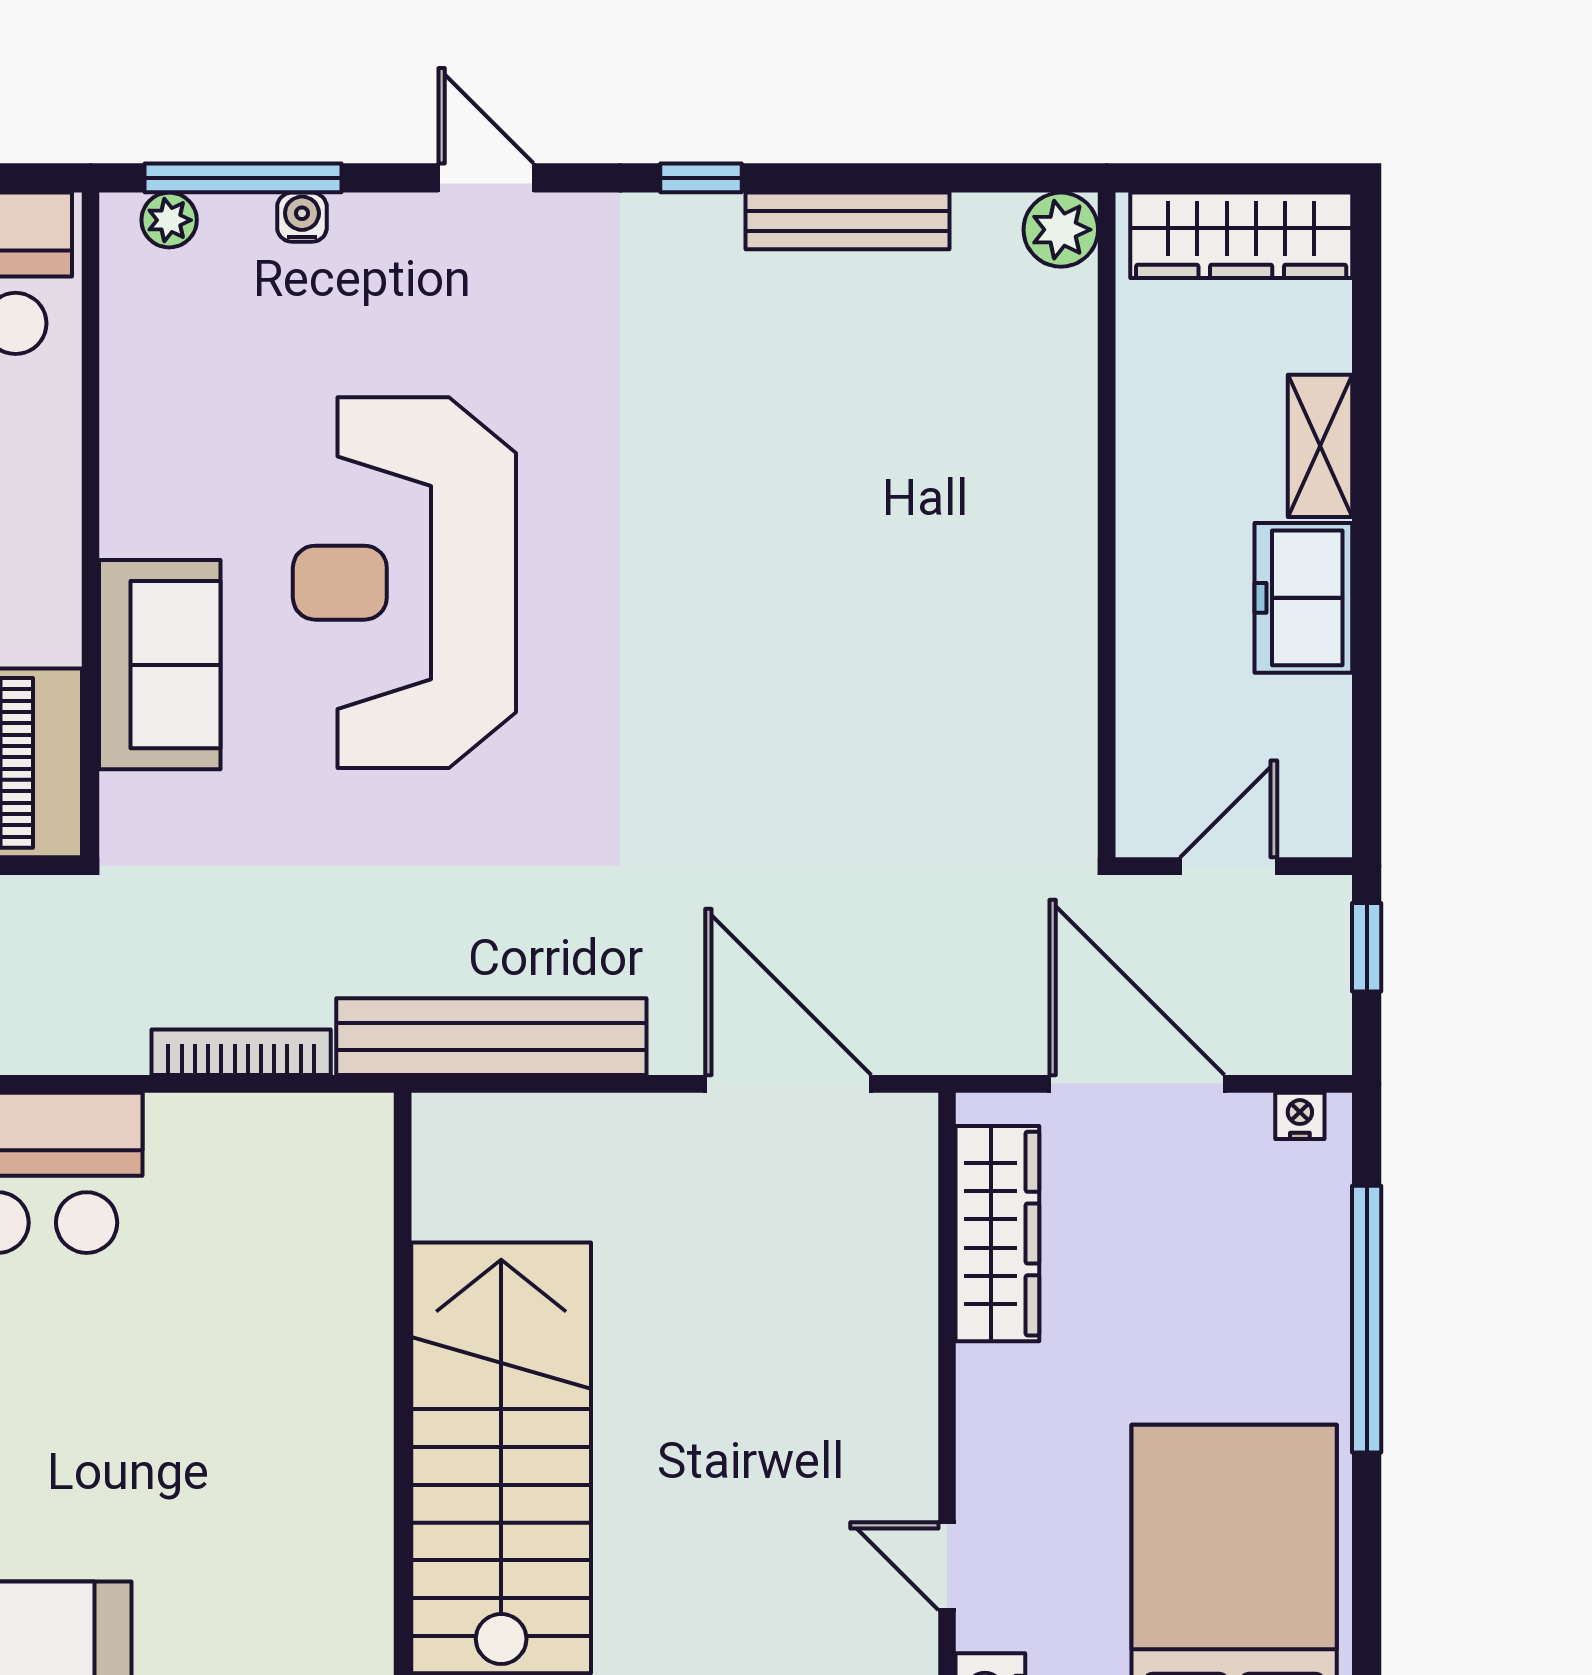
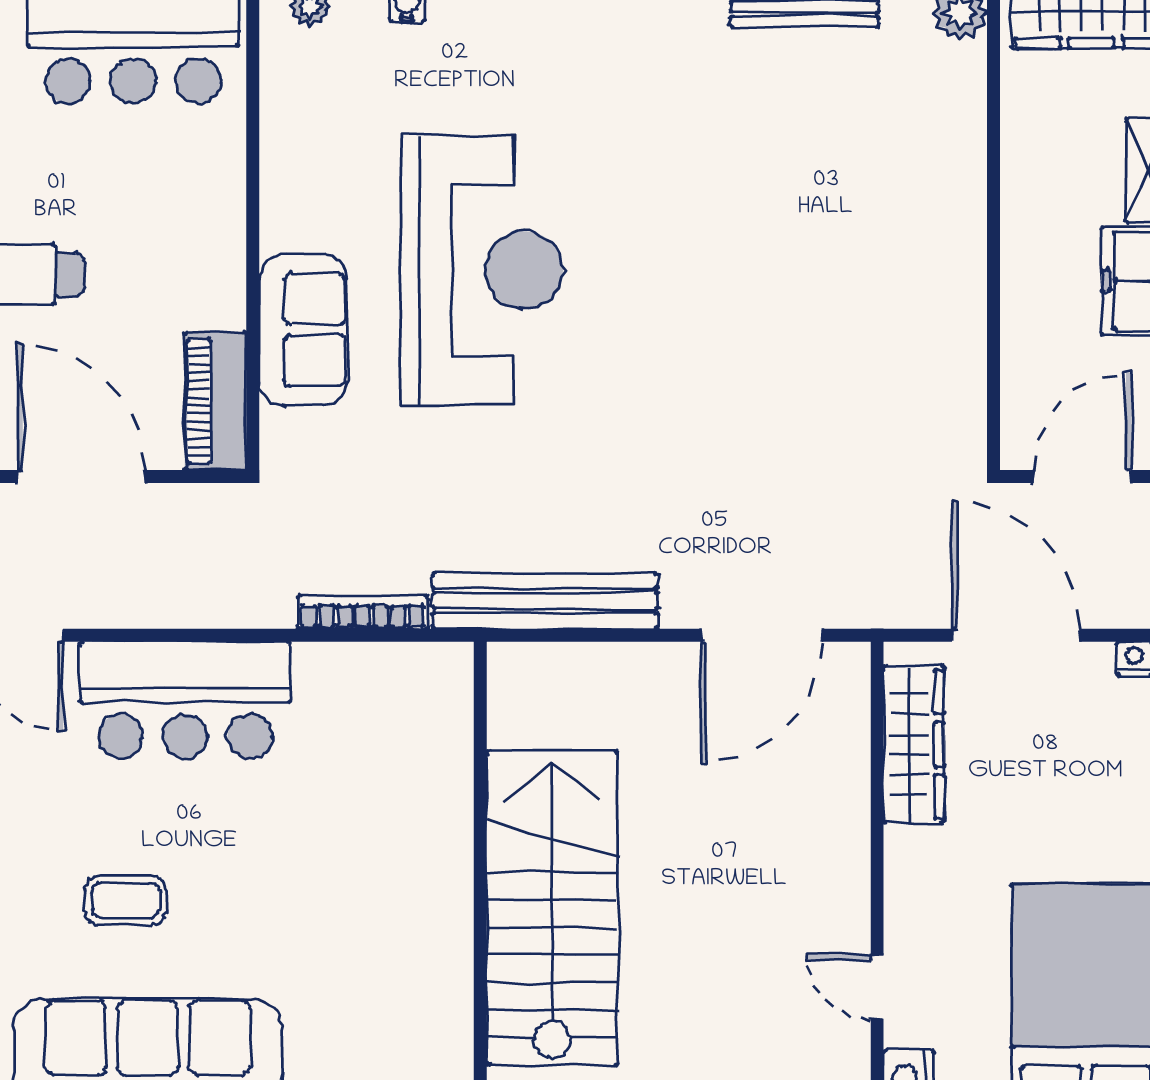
reception desk: (404, 583) -> (482, 270), turned 180
door: (1229, 866) -> (1082, 477), width x1.38
door: (788, 1084) -> (761, 635), swing flipped

